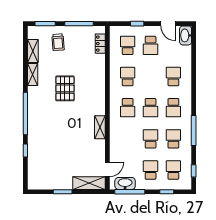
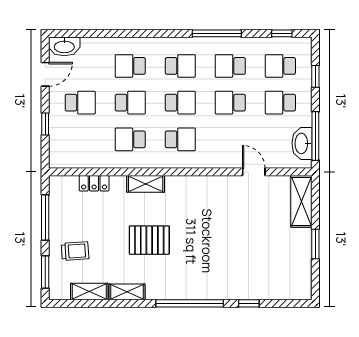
locker: (100, 44) -> (94, 183), moved
school desk: (128, 45) -> (130, 103), moved, turned 180
shelving: (100, 127) -> (146, 184), moved
door: (107, 169) -> (254, 172), moved

